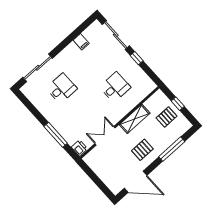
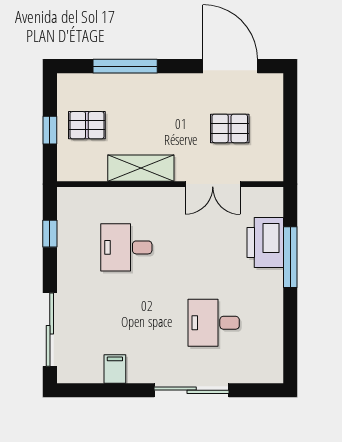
window: (137, 58) -> (50, 234), moved
sliding door: (38, 68) -> (192, 390), moved
printer: (79, 148) -> (265, 242), moved, width x1.87, depth x1.48
pallet: (142, 150) -> (230, 128), moved

